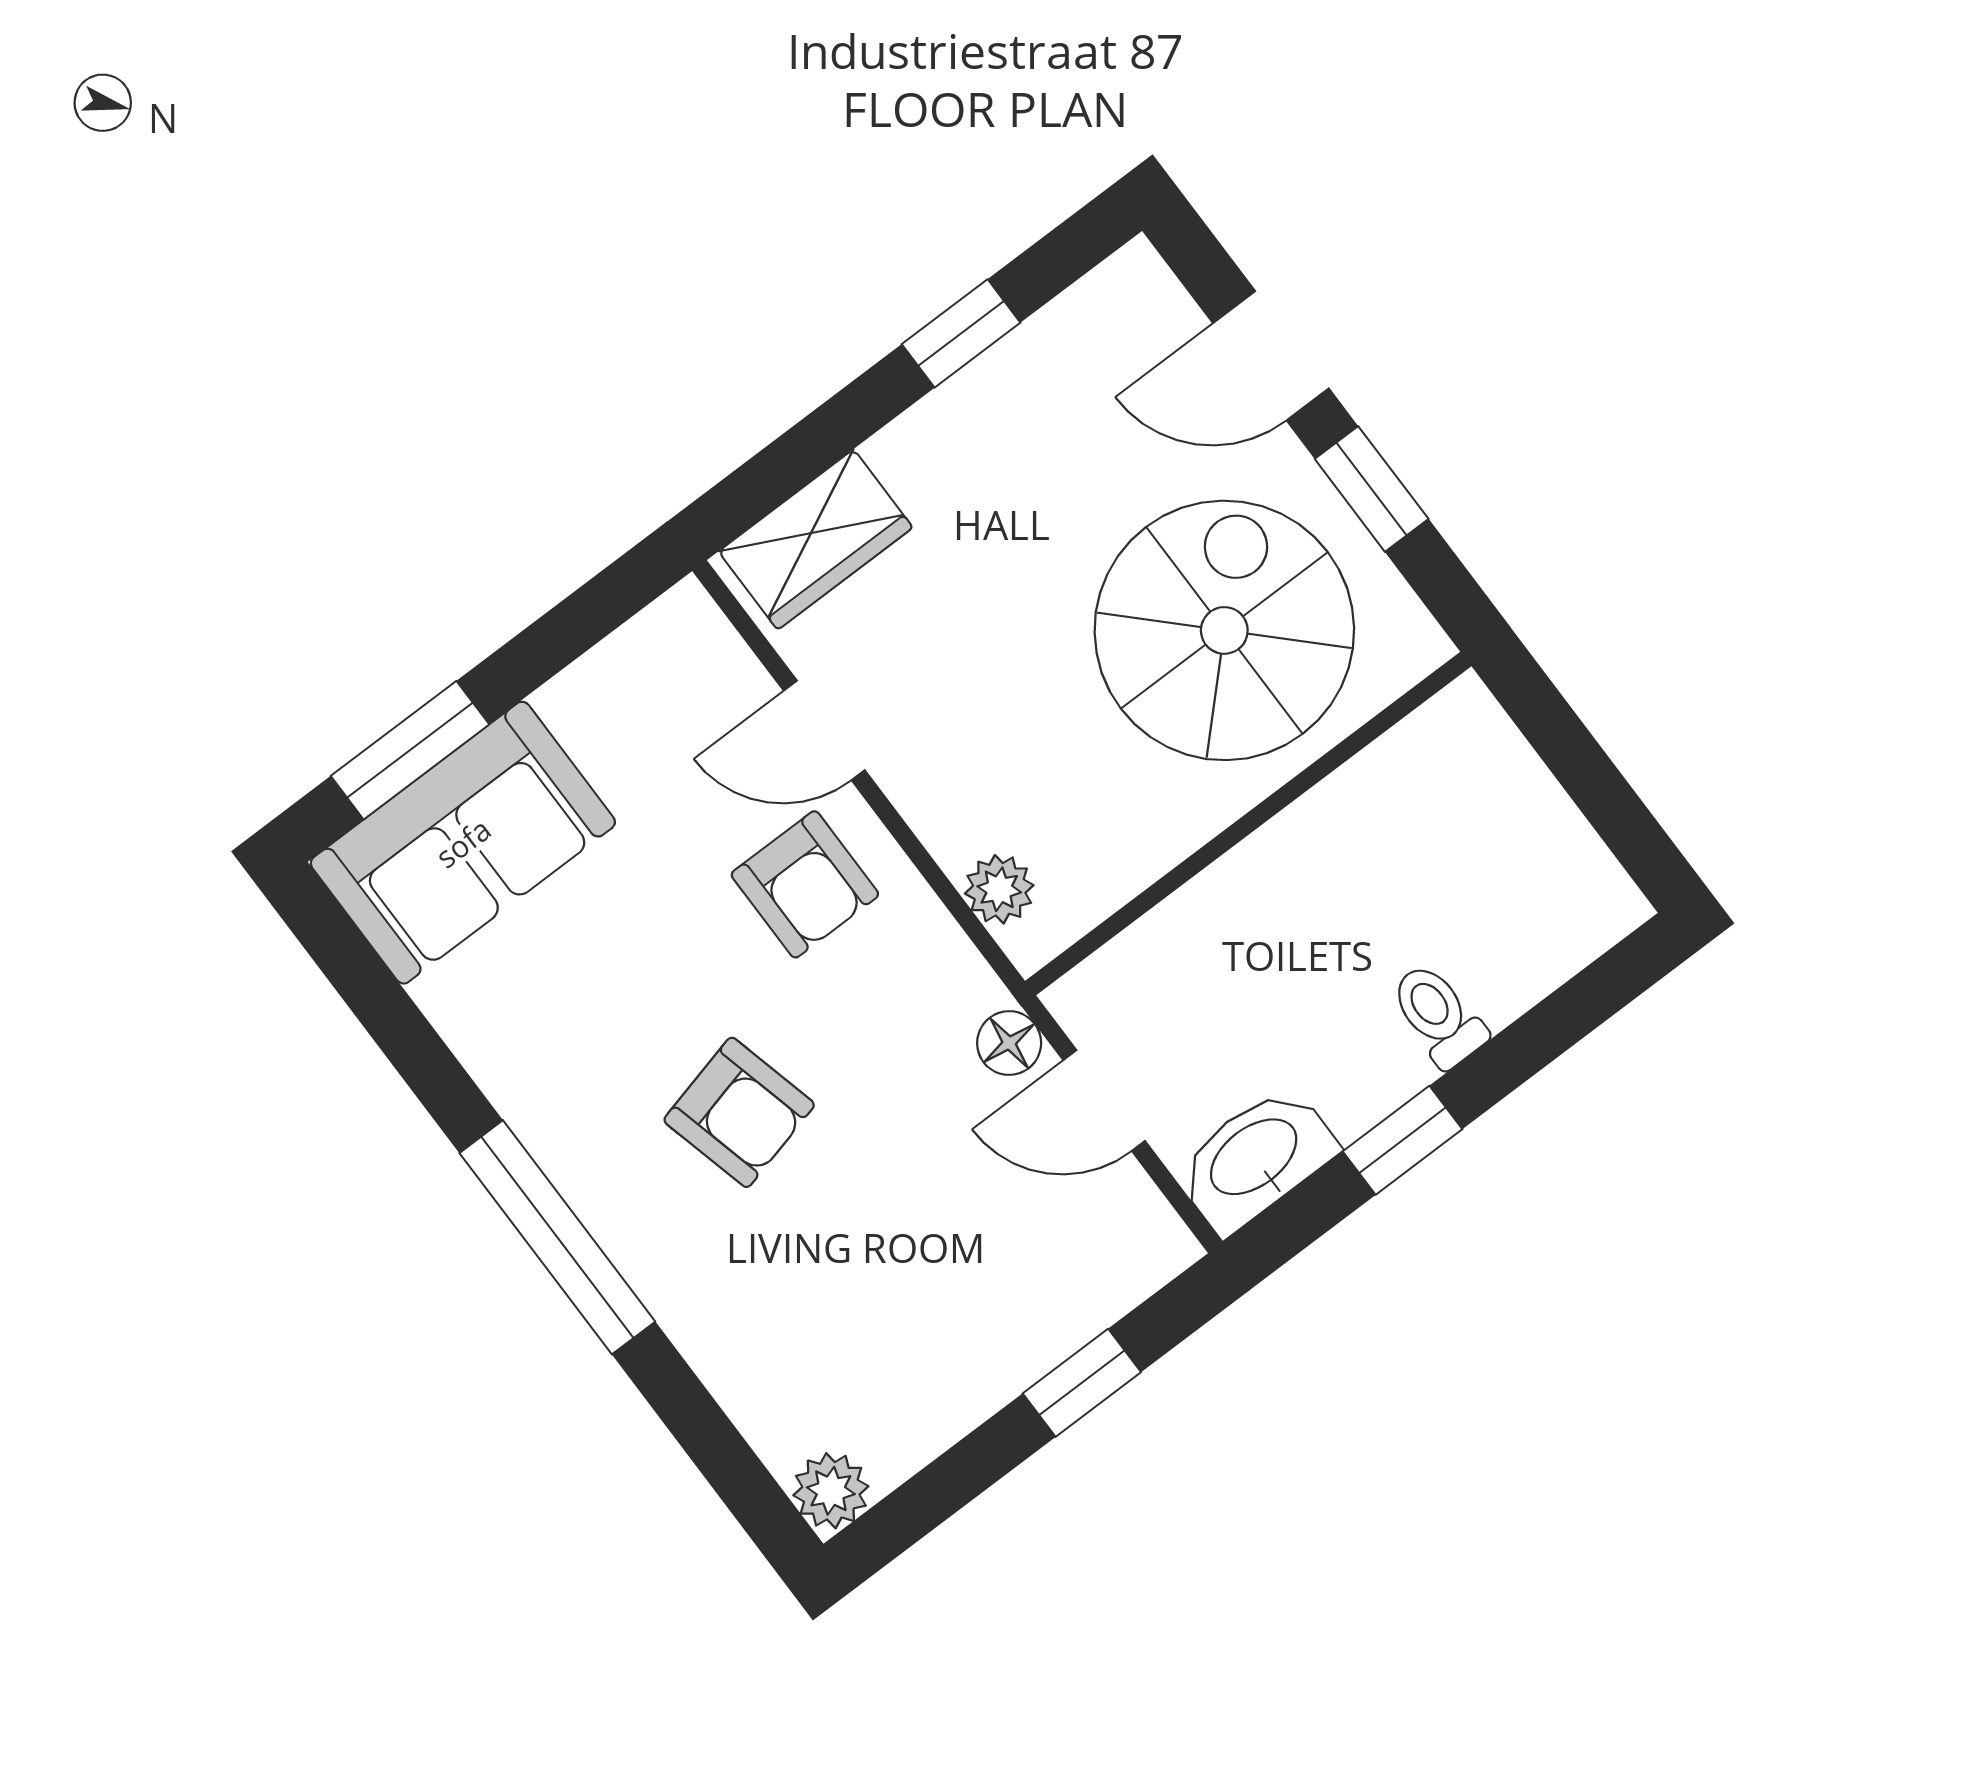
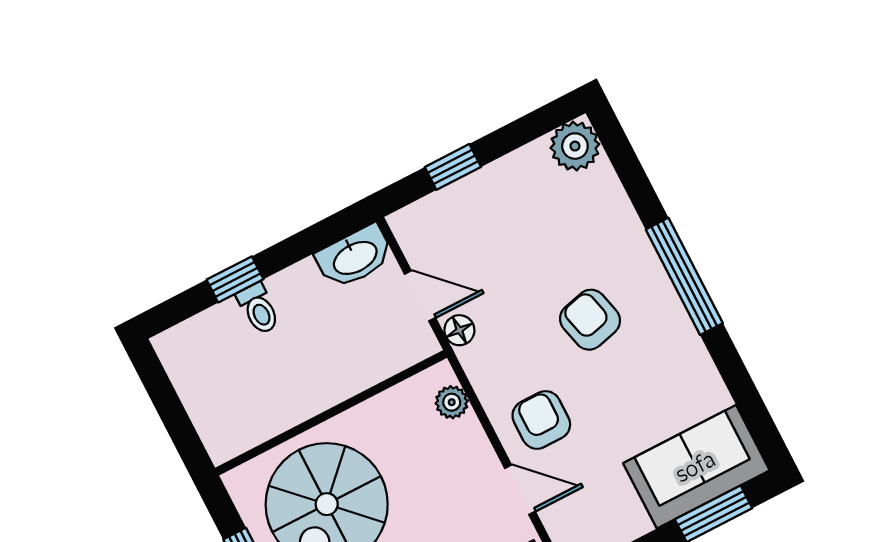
window: (1403, 1140) -> (235, 279), moved
plant: (831, 1491) -> (575, 146), width x1.38, depth x1.38

